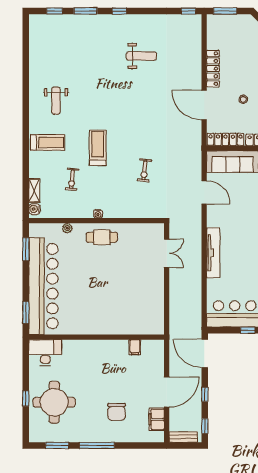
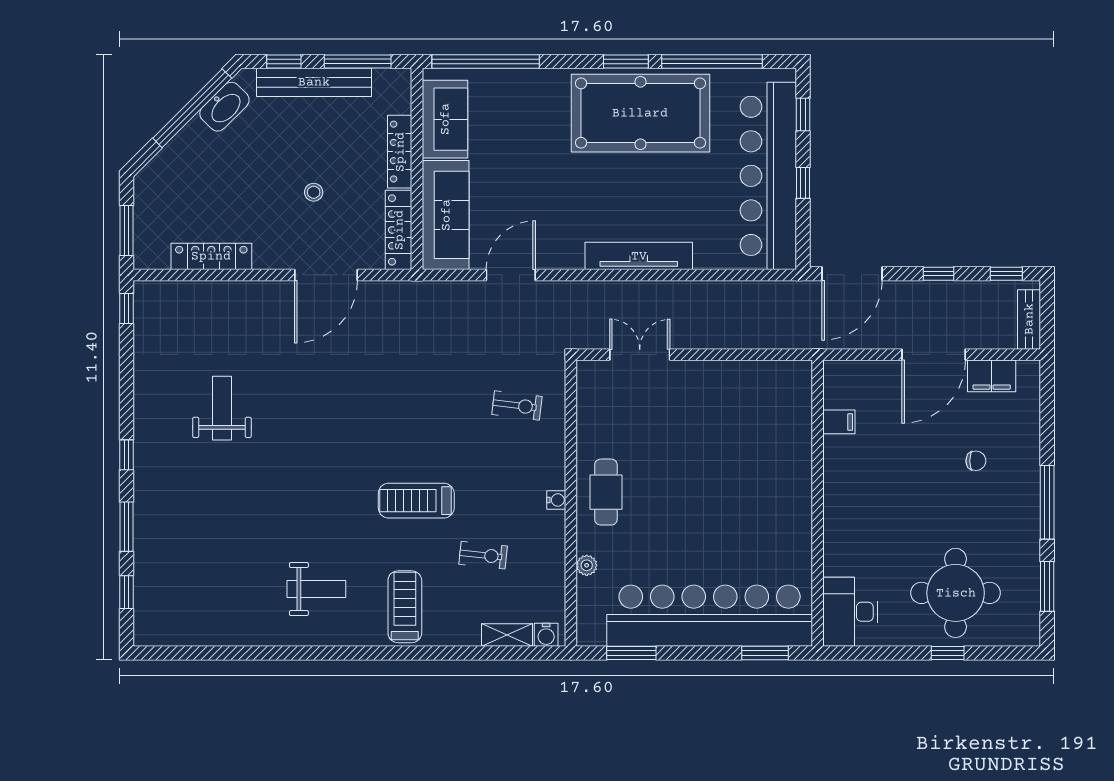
locker: (213, 69) -> (211, 256), moved
exercise bike: (144, 170) -> (517, 405), moved
door: (167, 392) -> (934, 355), swing flipped
chair: (117, 412) -> (976, 461), width x0.54, depth x0.54

